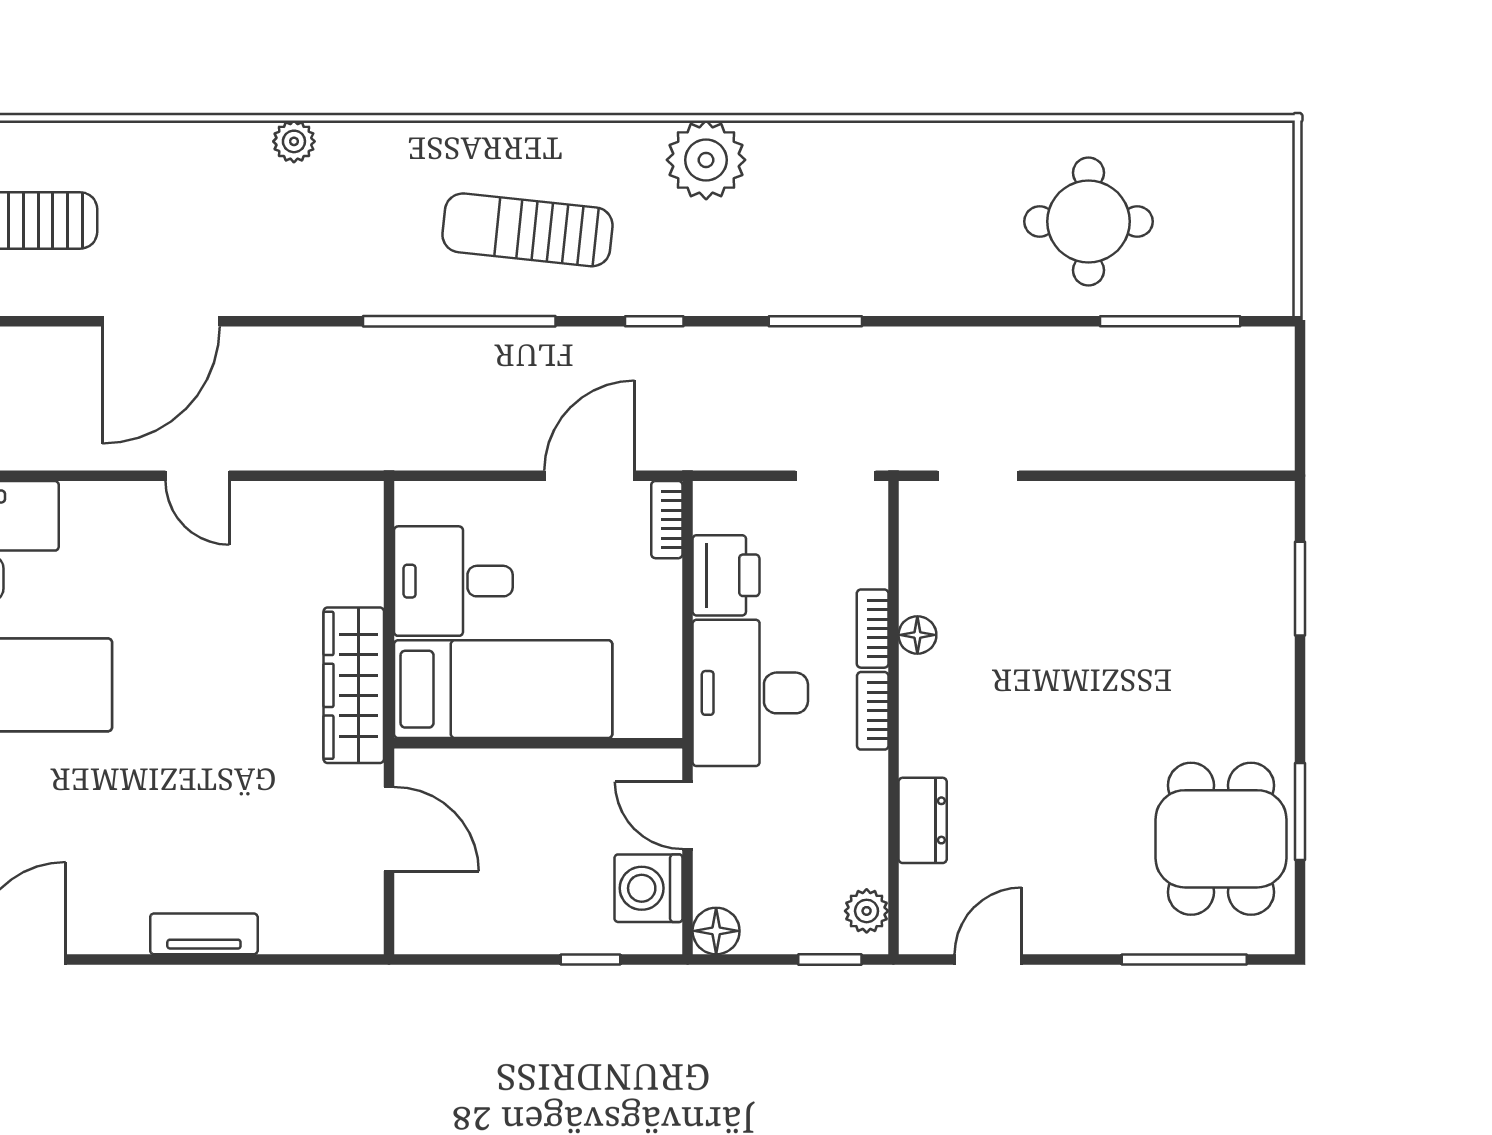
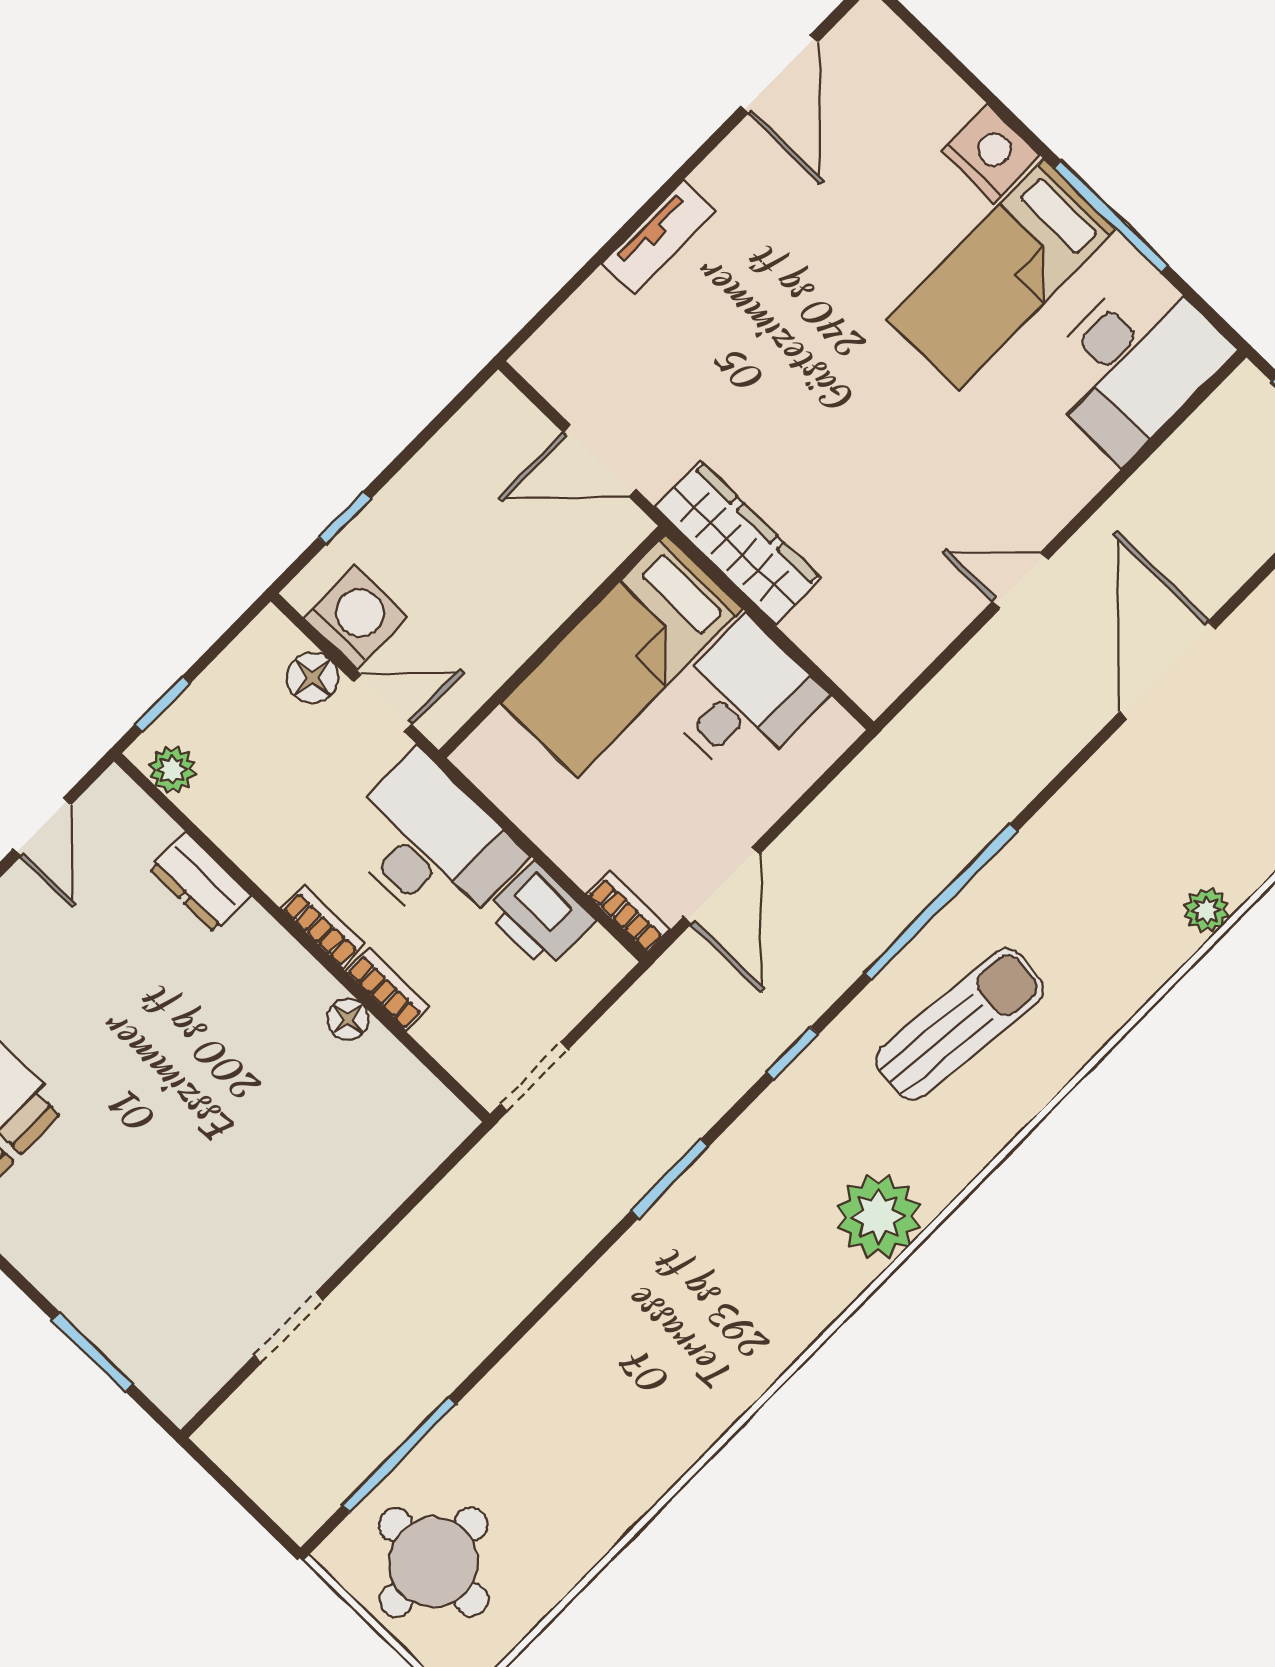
round table: (1088, 221) -> (434, 1562), moved
doorway: (978, 476) -> (288, 1328), moved
floor lamp: (716, 931) -> (312, 678), moved

